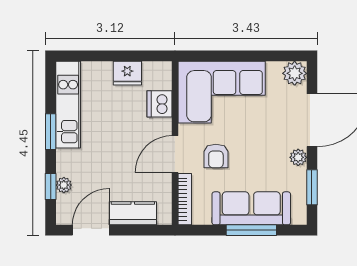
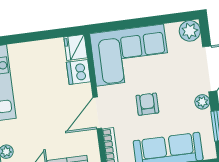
fridge: (127, 73) -> (76, 47), moved, turned 90
armchair: (216, 156) -> (147, 104), moved, turned 180

